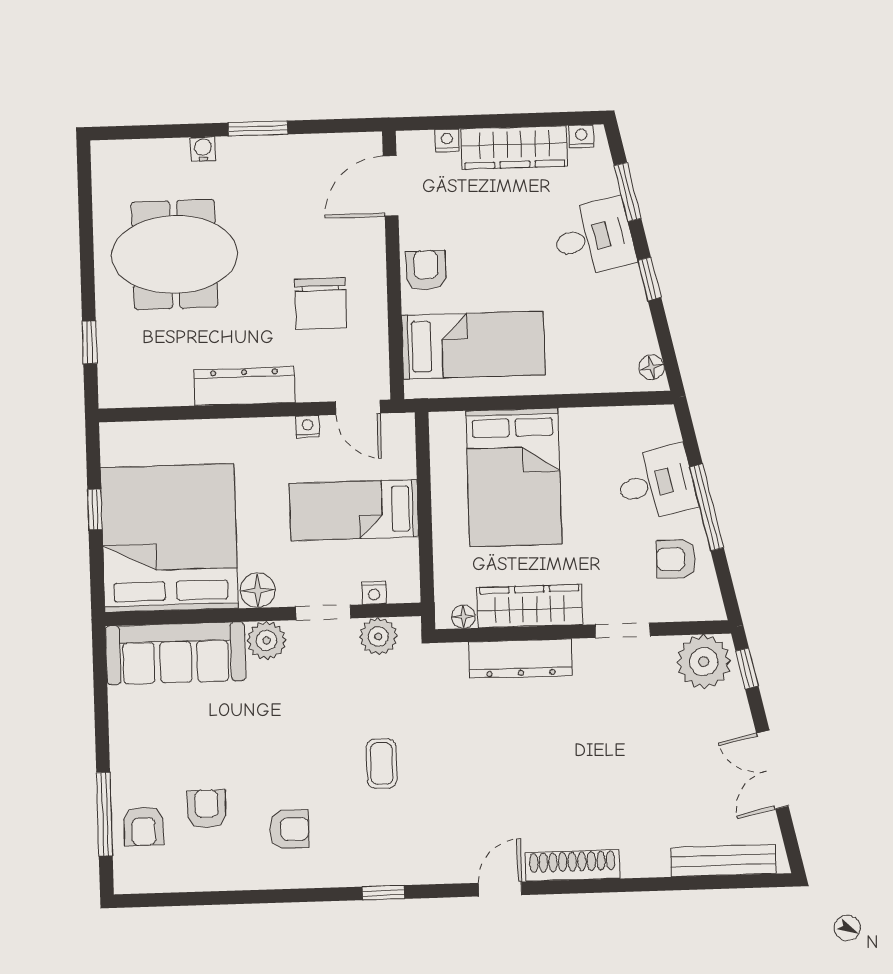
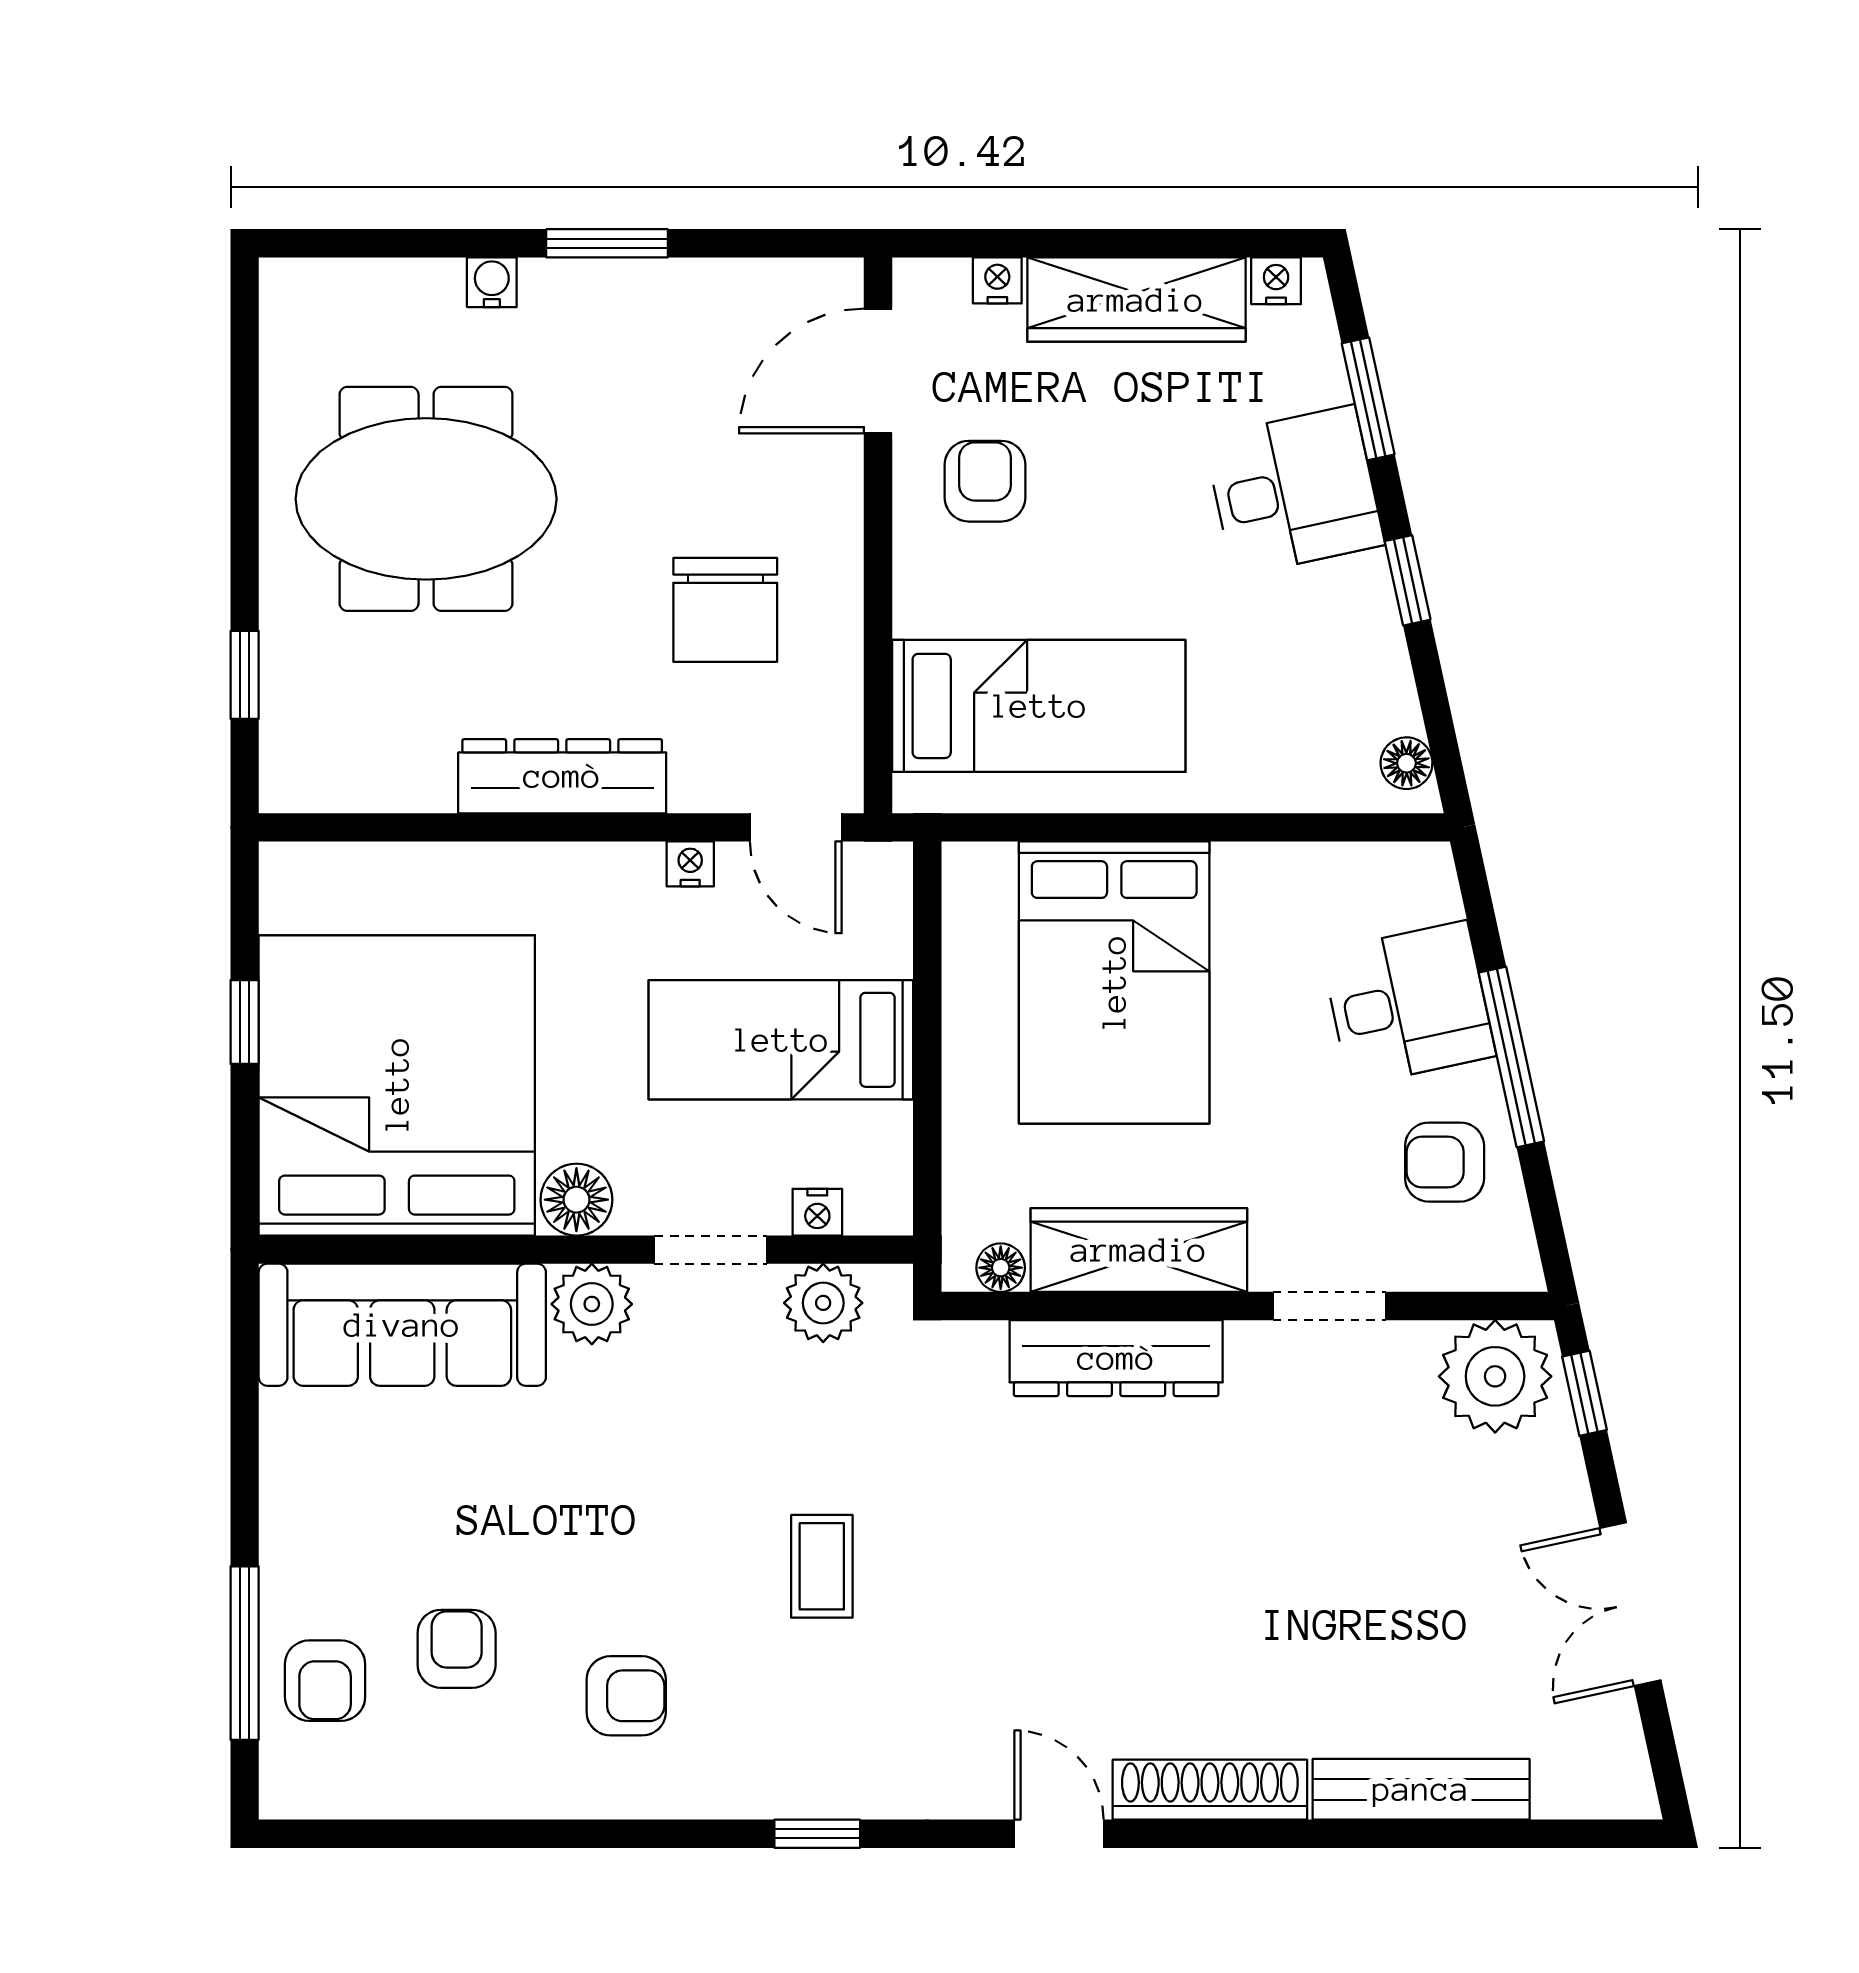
armchair: (426, 270) -> (985, 481), moved
bench: (723, 861) -> (1421, 1789), moved
door: (500, 889) -> (1059, 1834), hinge flipped

